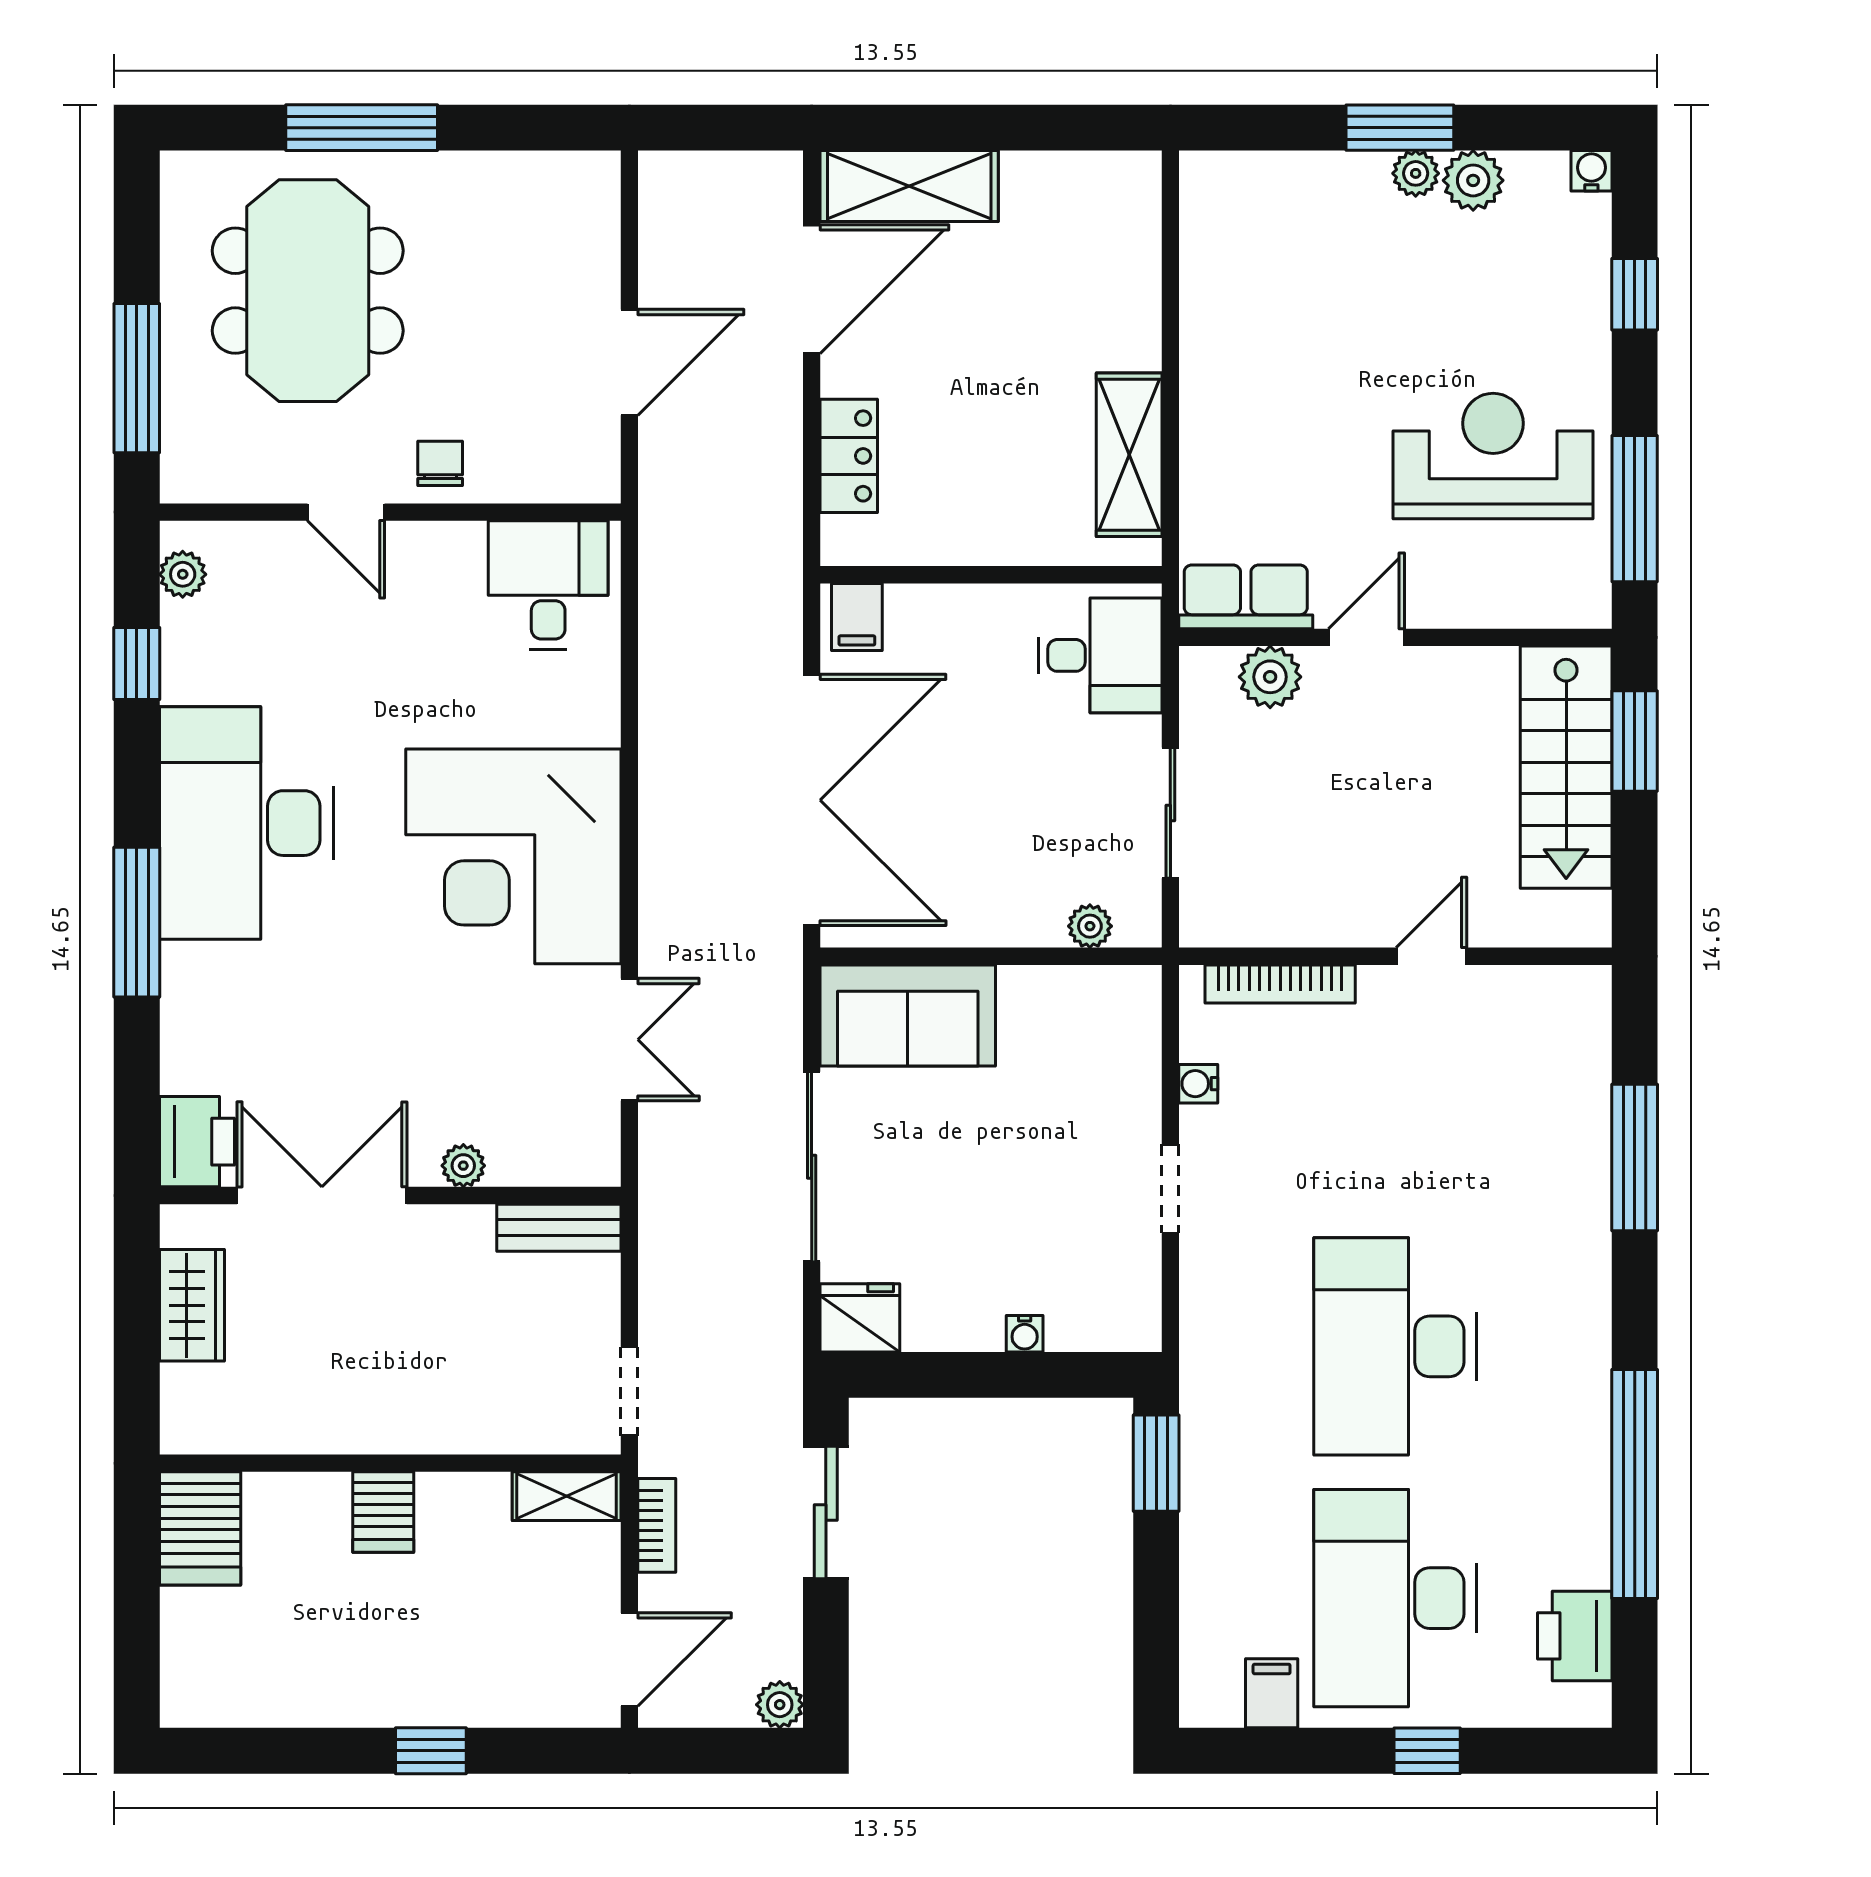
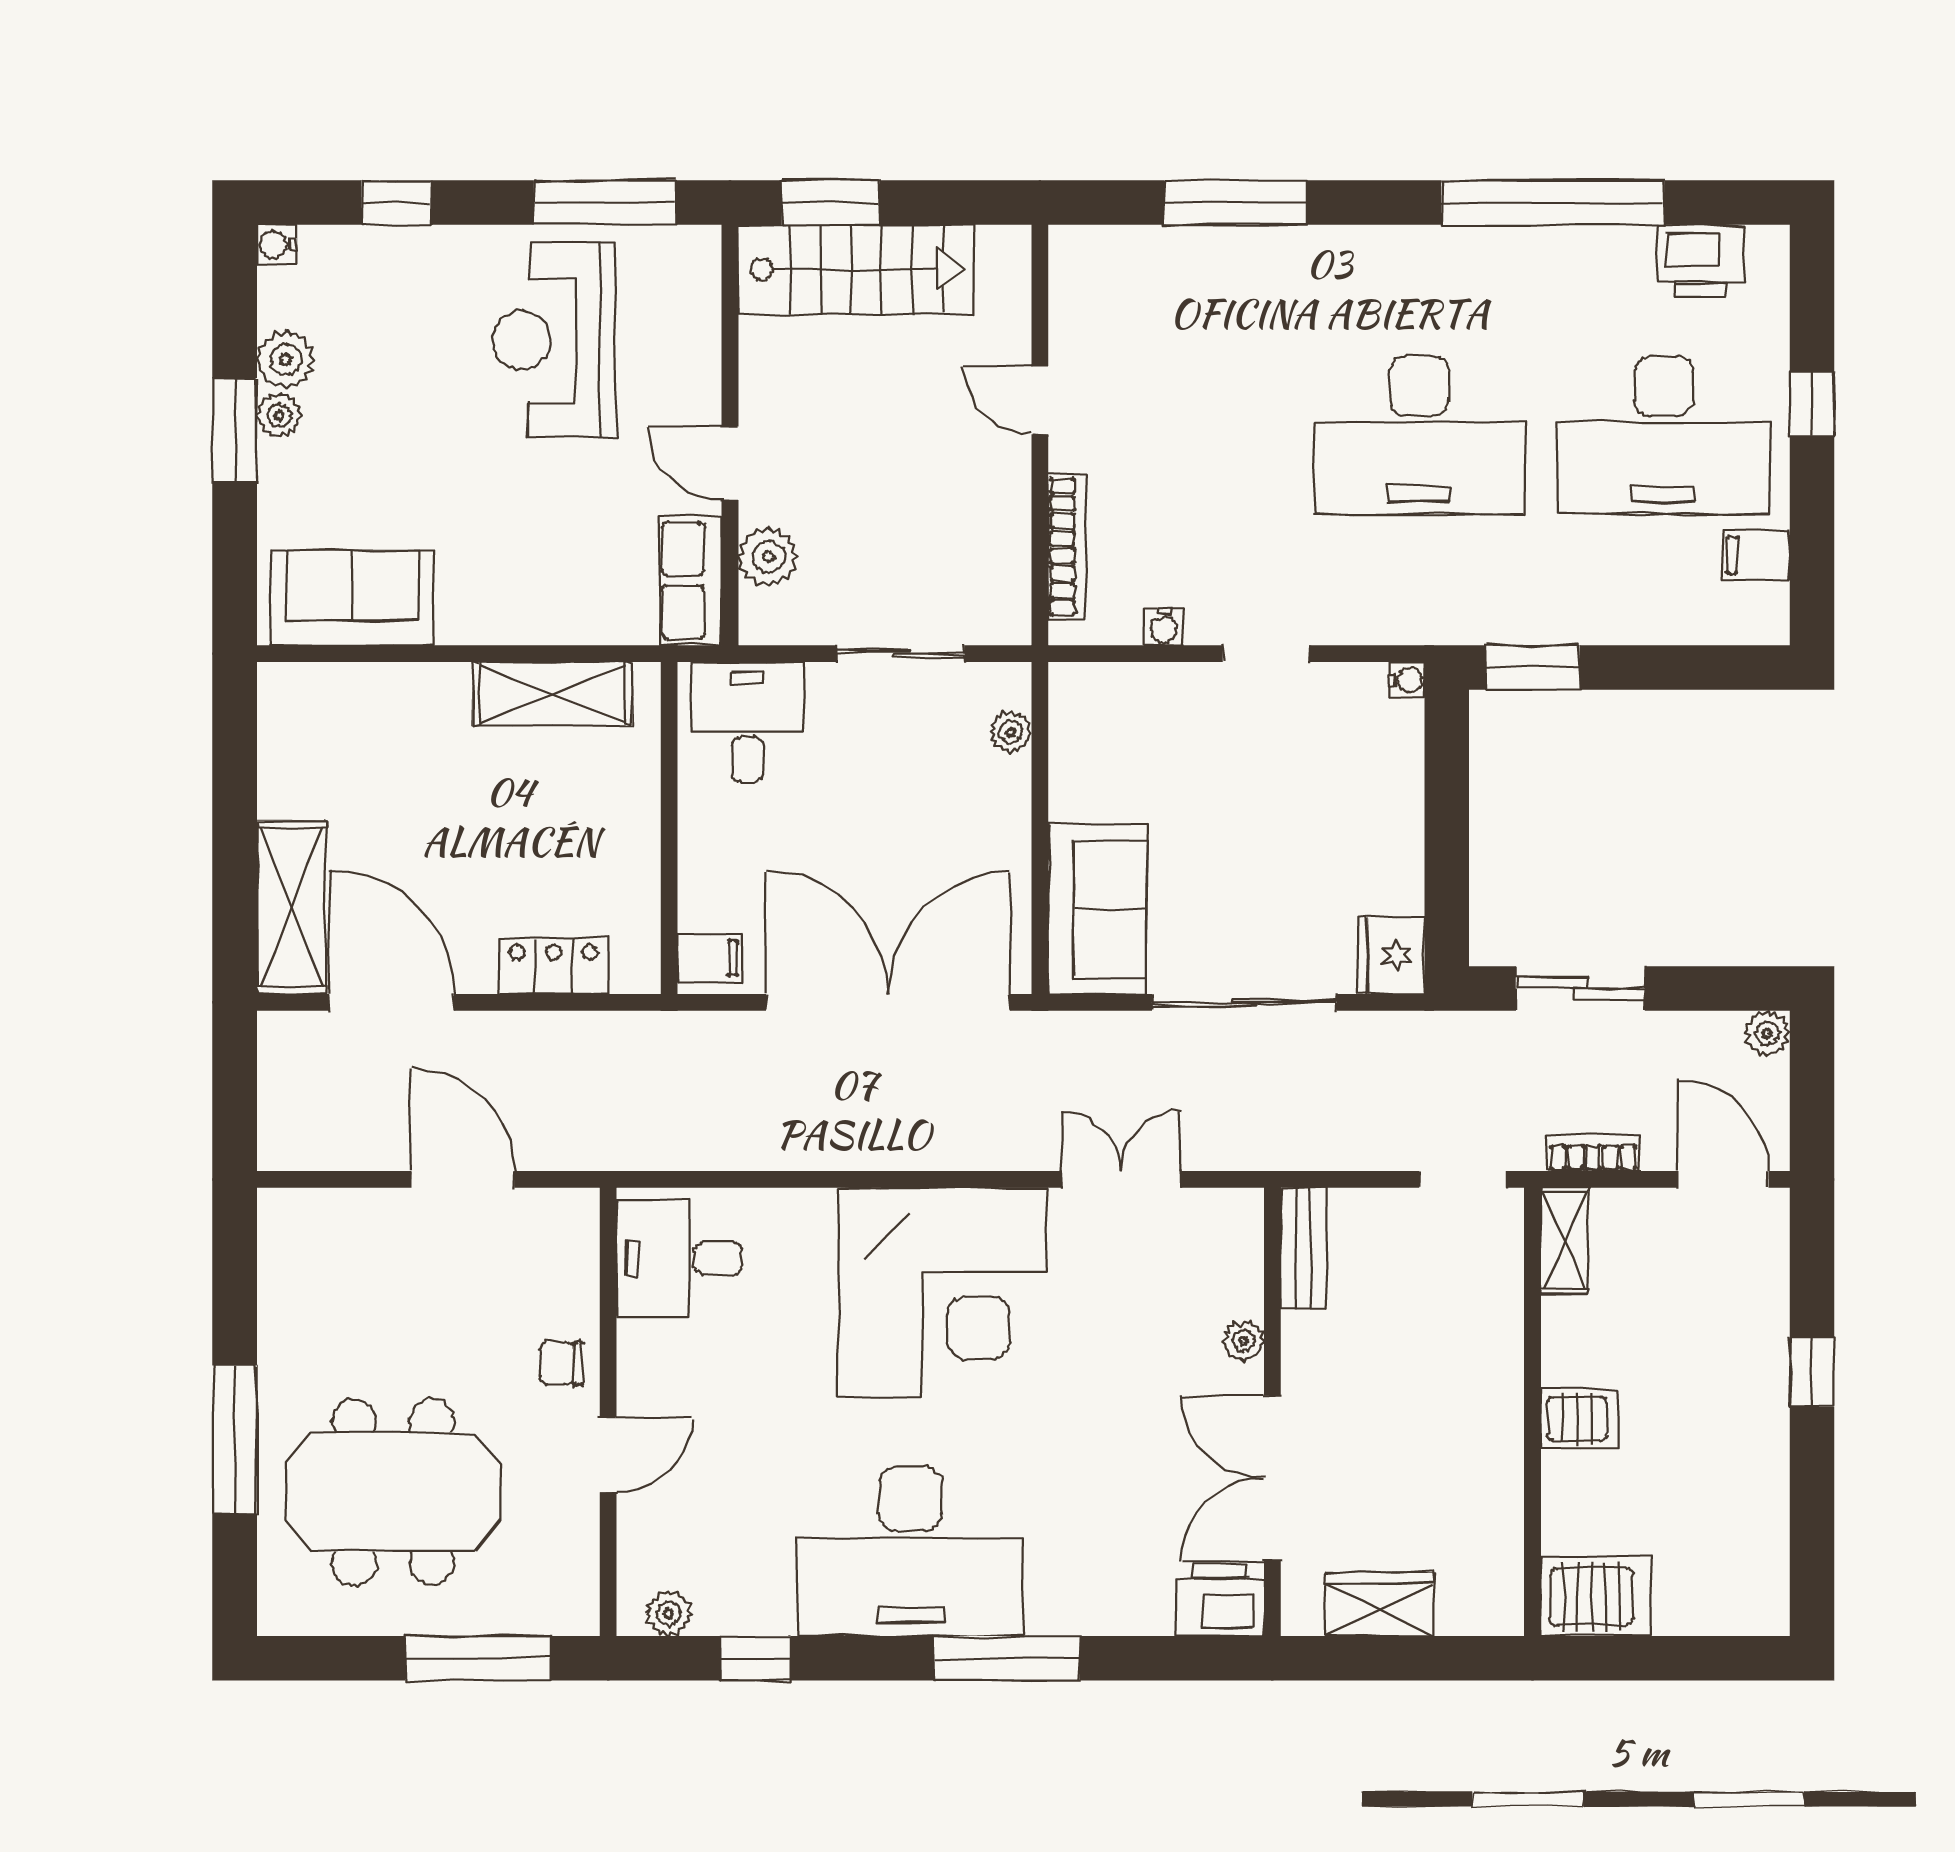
sofa: (1228, 249) -> (353, 598), added
water cooler: (1025, 1334) -> (1407, 680), moved

